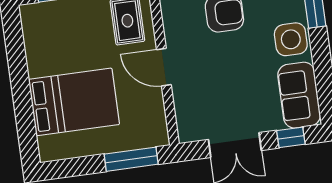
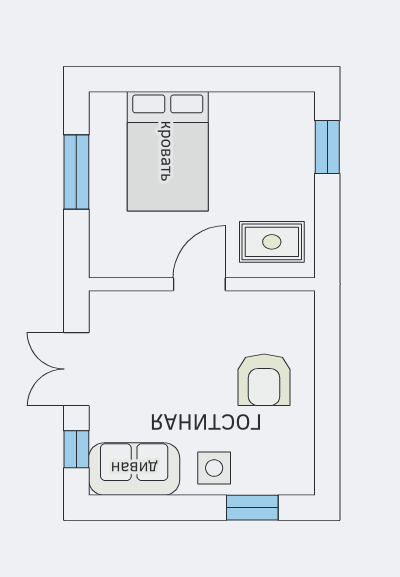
side table: (291, 39) -> (214, 468), width x0.73, depth x0.73
window: (131, 159) -> (76, 172), moved

